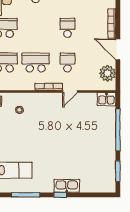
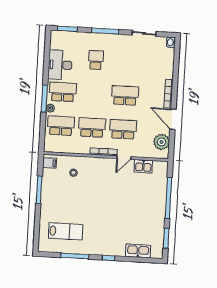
school desk: (67, 28) -> (125, 95), width x1.85
school desk: (67, 63) -> (123, 129), width x1.85
kitchen sink: (106, 99) -> (143, 166), moved
kitchen sink: (67, 186) -> (138, 251), moved

